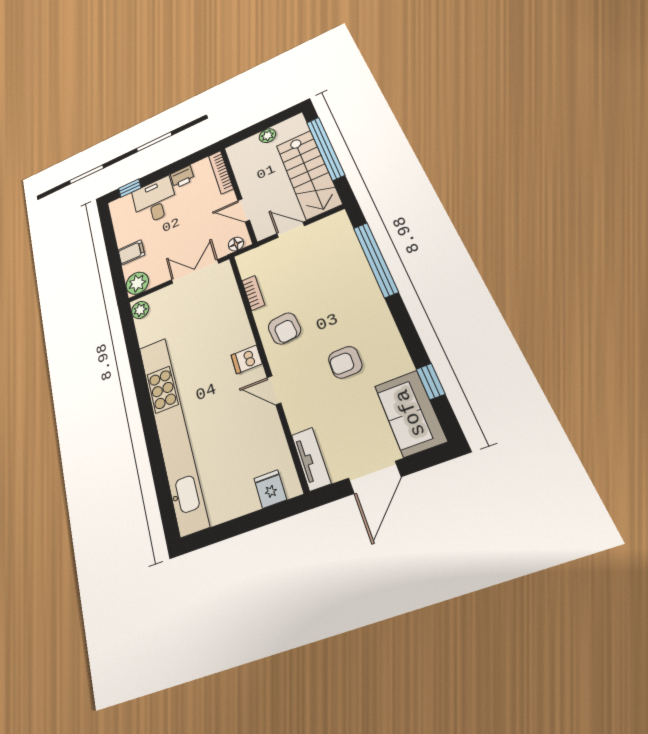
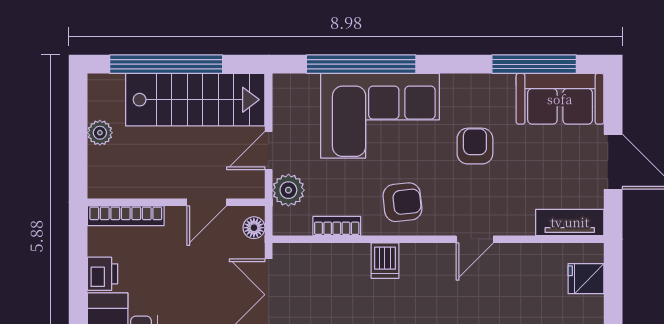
plant: (268, 253) -> (288, 190), added
corner sofa: (342, 287) -> (380, 116), added
dishwasher: (247, 359) -> (385, 261), moved
armchair: (345, 362) -> (475, 146), turned 180
window: (431, 382) -> (534, 64), width x2.17

